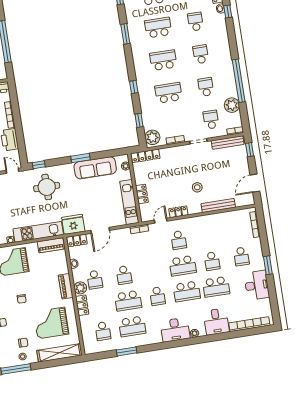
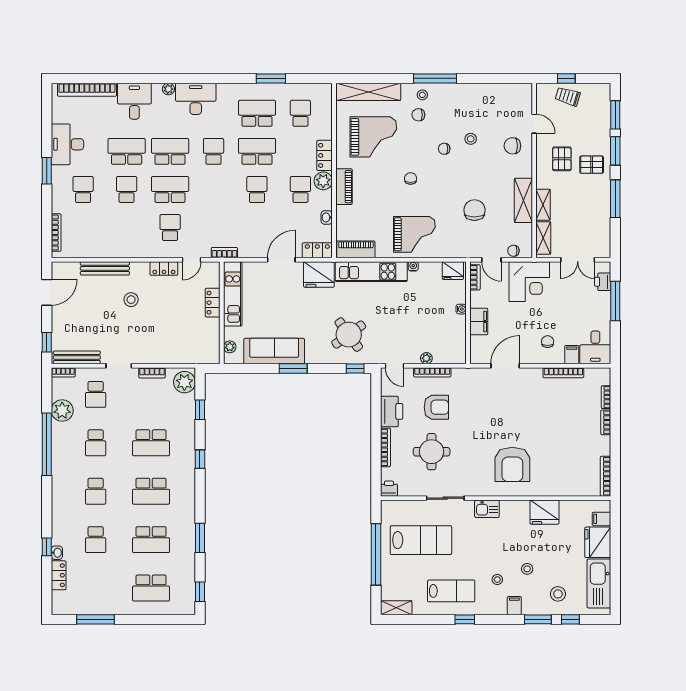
locker: (146, 156) -> (199, 357), removed
round table: (47, 187) -> (349, 335), turned -36

